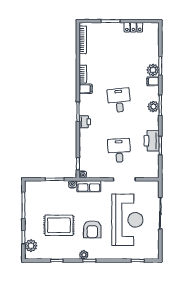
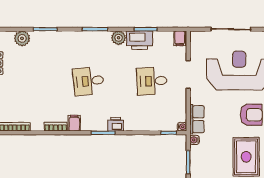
plant: (153, 70) -> (22, 38), moved
filing cabinet: (153, 81) -> (180, 38), moved
plant: (153, 107) -> (119, 38), moved

